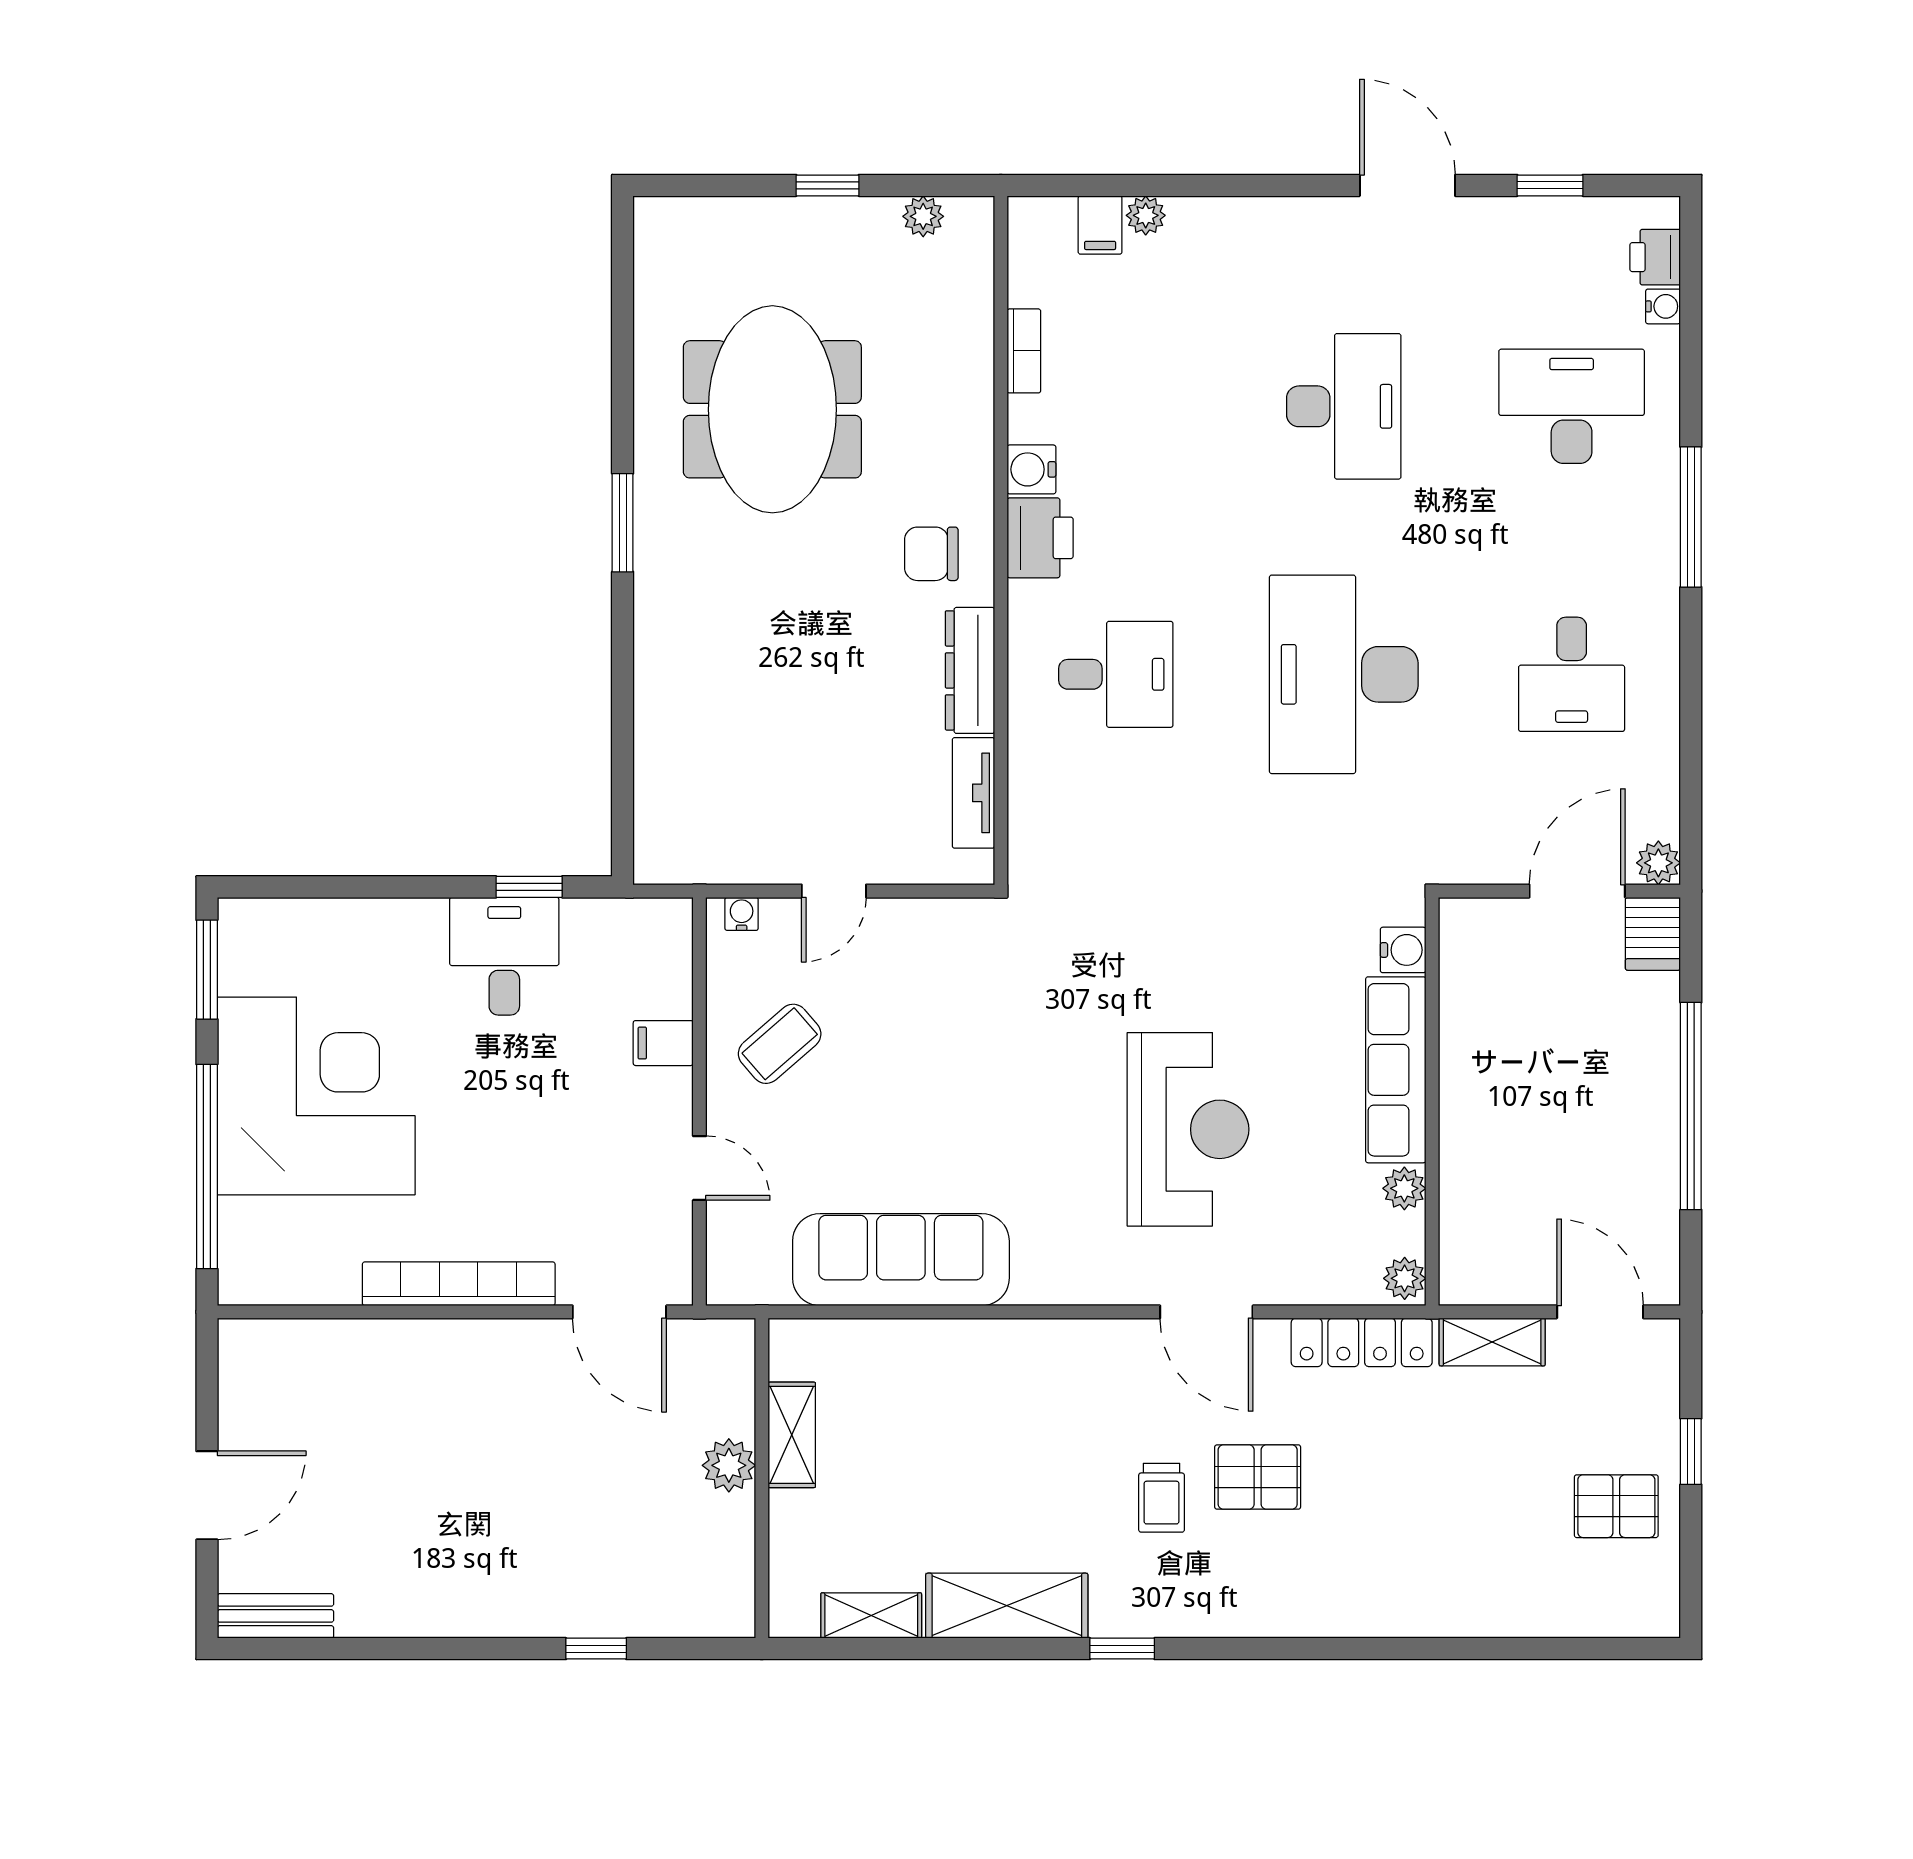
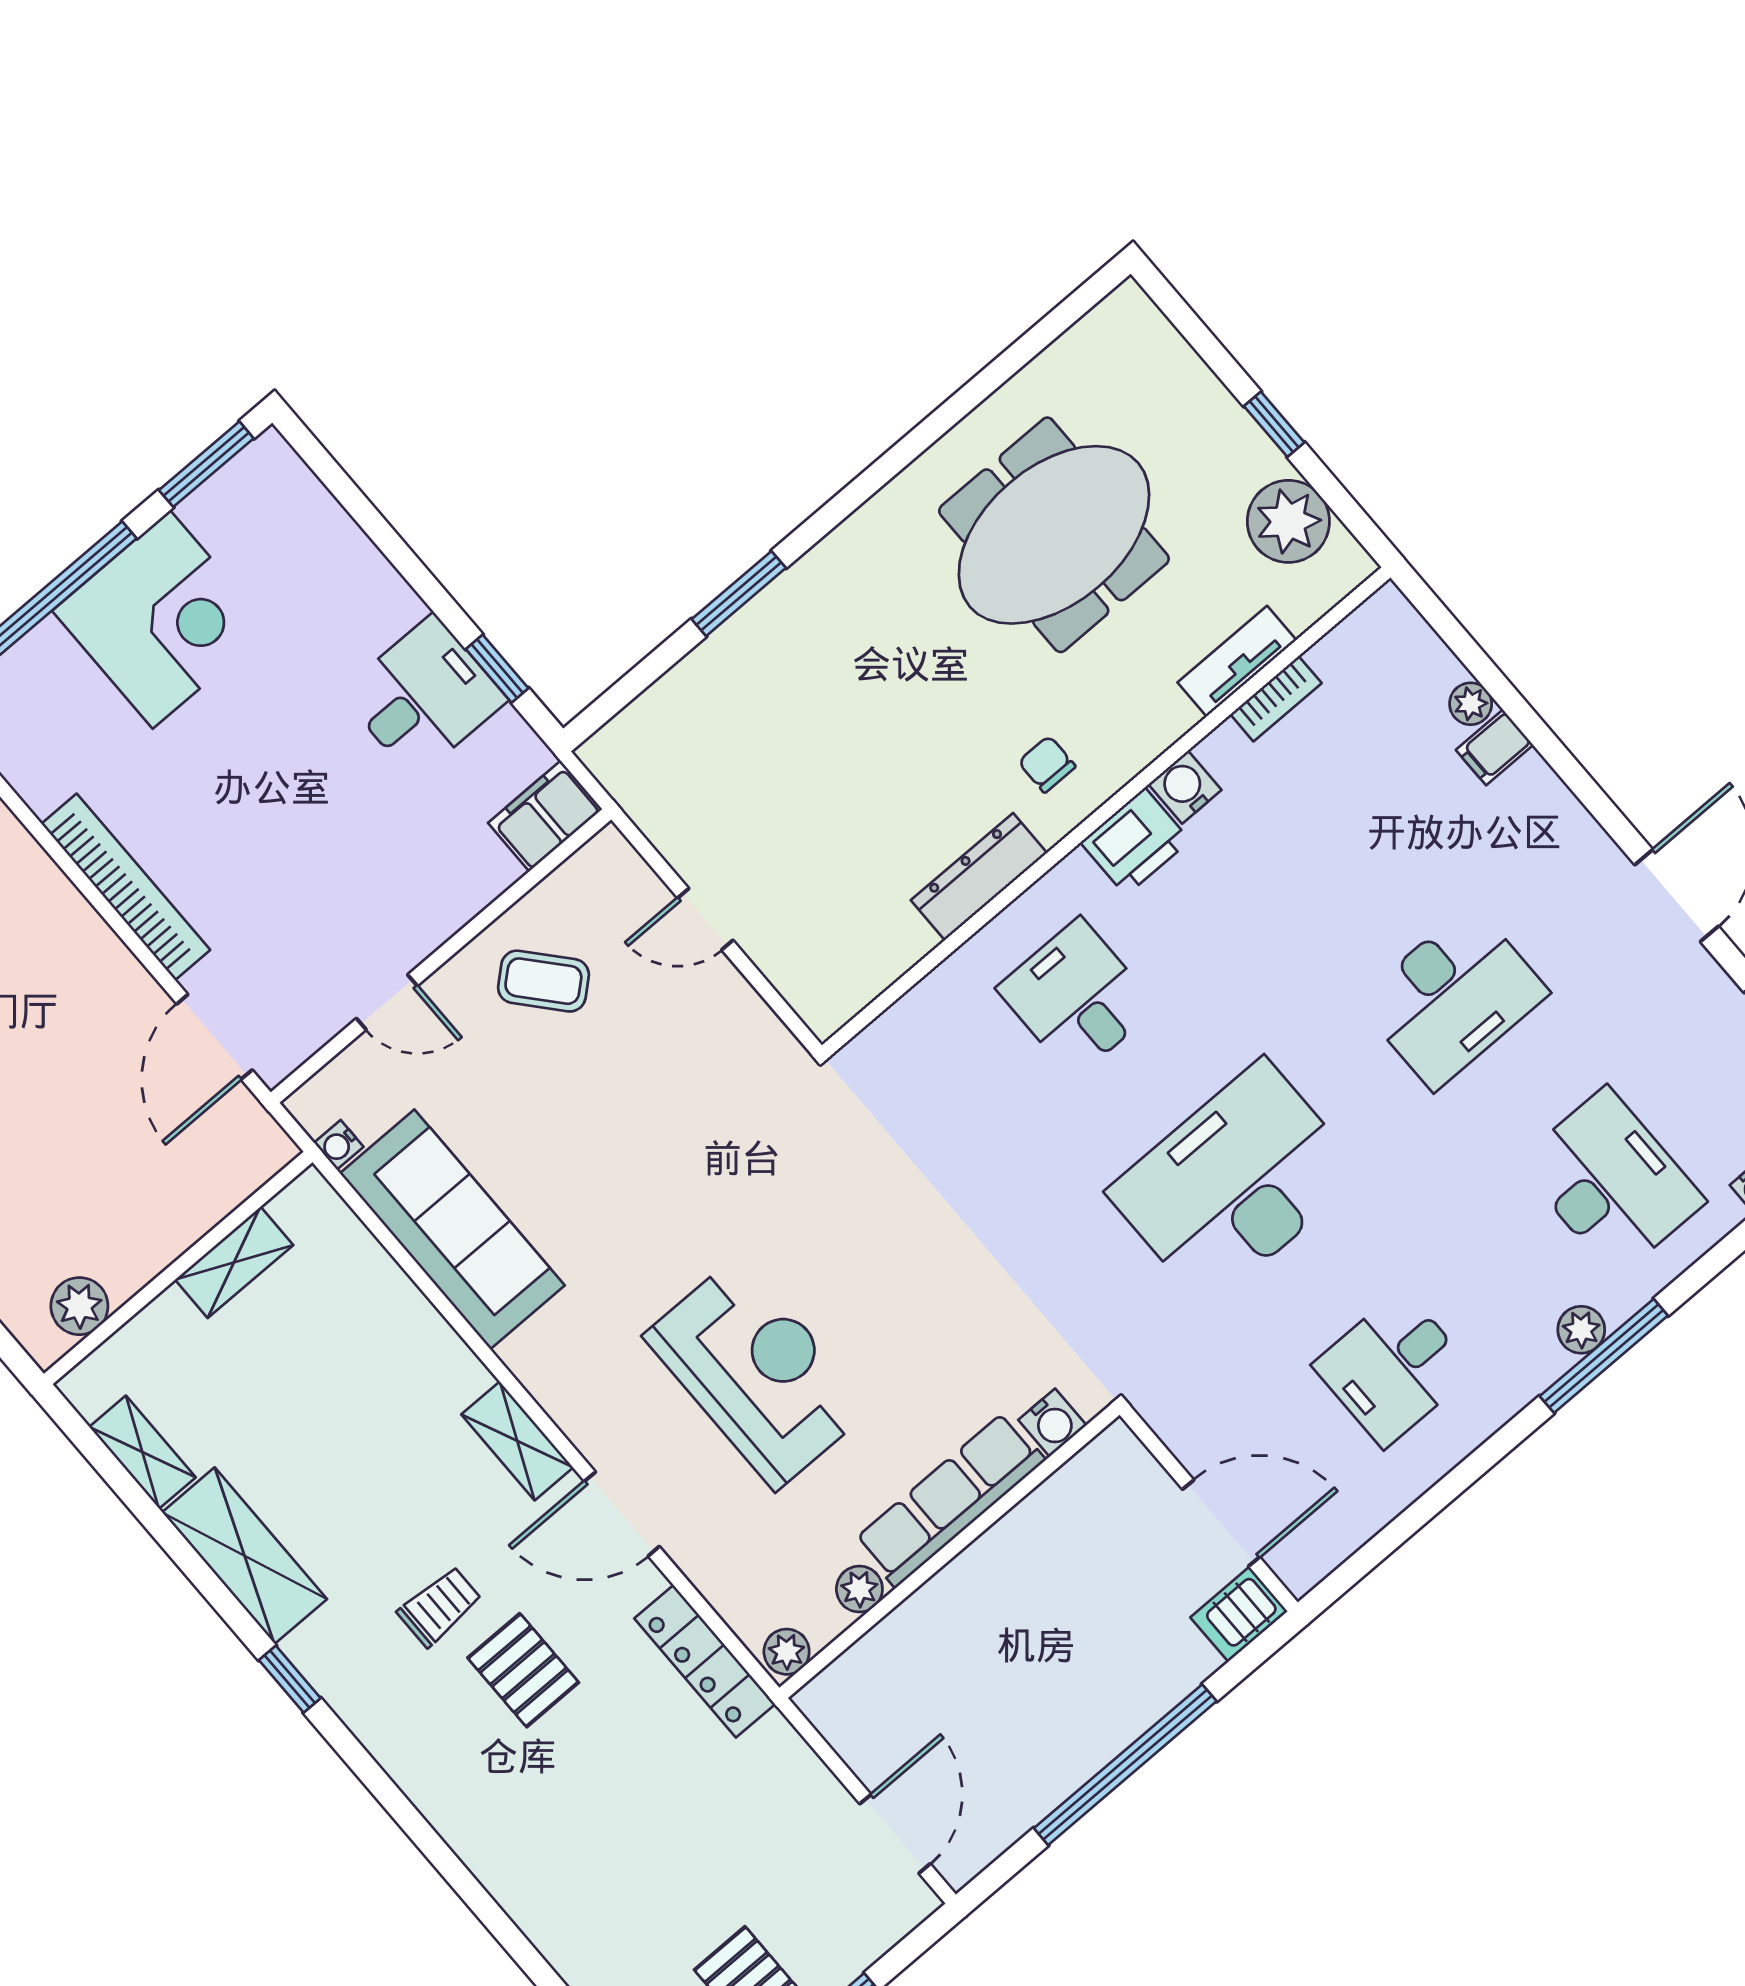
plant: (923, 216) -> (1288, 521), width x1.87, depth x1.87
filing cabinet: (1100, 225) -> (1495, 747), moved
window: (623, 523) -> (739, 594), moved
chair: (931, 554) -> (1047, 764), width x0.73, depth x0.73
desk: (1116, 674) -> (1077, 998), turned 180
tv unit: (973, 793) -> (1237, 661), moved
plant: (1658, 863) -> (1581, 1330), moved
water cooler: (742, 914) -> (339, 1145), moved, turned 180
filing cabinet: (663, 1043) -> (545, 816), moved, width x2.00
corner desk: (316, 1096) -> (161, 619), width x0.74, depth x0.74
reception desk: (1188, 1129) -> (757, 1372), turned -90
door: (699, 1168) -> (387, 1002), hinge flipped
door: (1206, 1312) -> (622, 1514), hinge flipped
shelving: (1492, 1342) -> (517, 1441), moved
plant: (729, 1465) -> (79, 1306), moved
trolley: (1162, 1498) -> (440, 1606), turned 180

